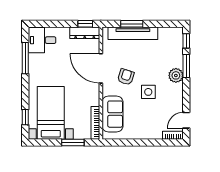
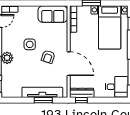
sofa: (112, 114) -> (53, 14), moved, turned -90

